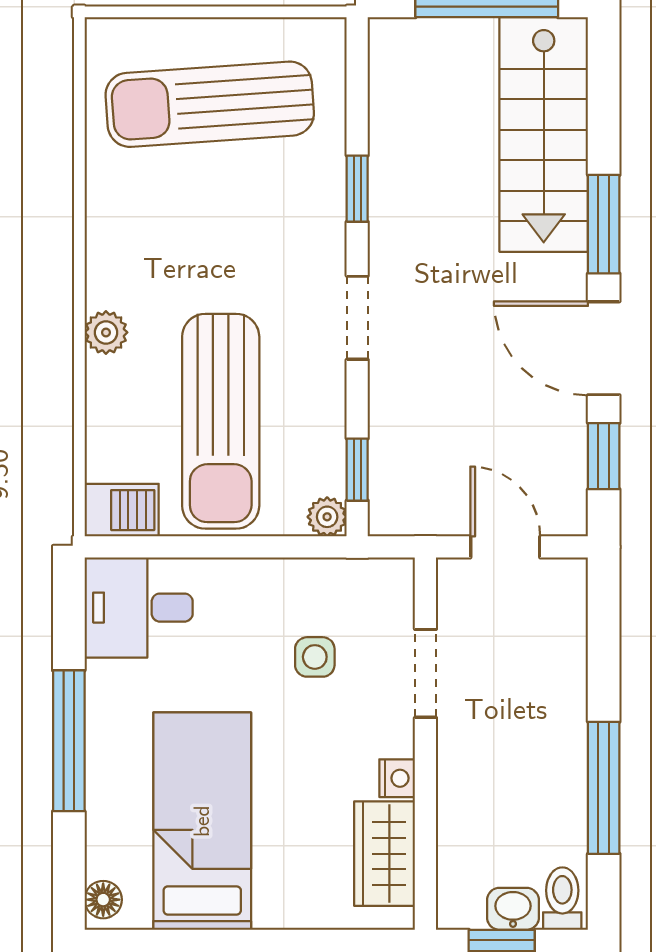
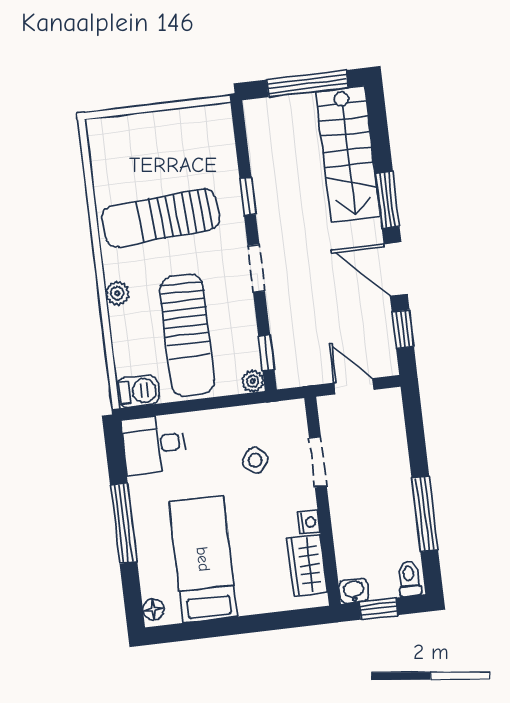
sun lounger: (210, 104) -> (161, 218), moved
side table: (315, 657) -> (255, 460), turned 37
washbasin: (513, 909) -> (354, 591), moved

